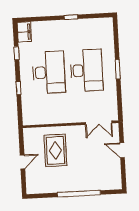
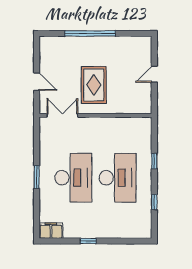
filing cabinet: (24, 32) -> (51, 231), moved, turned 90
desk: (87, 70) -> (73, 178), turned 180
desk: (49, 72) -> (118, 178), turned 180
rug: (55, 150) -> (94, 85), moved

